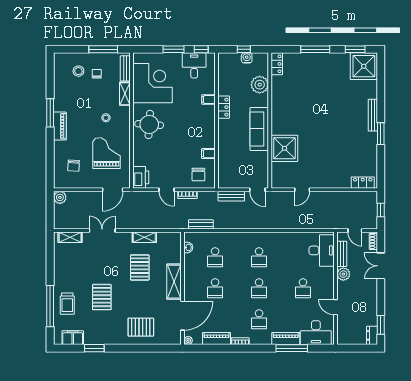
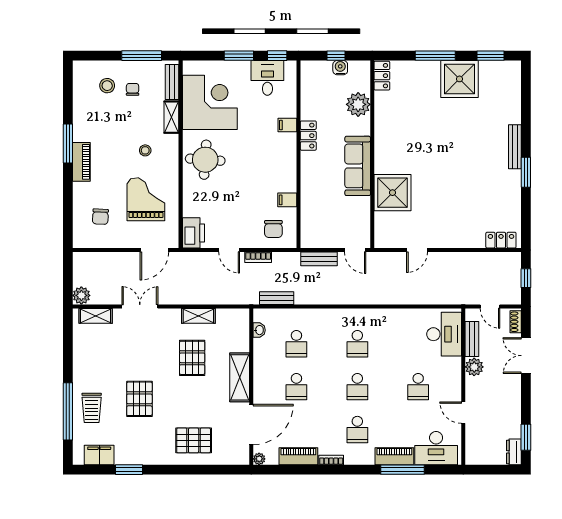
shower: (364, 66) -> (459, 79), moved
plant: (60, 197) -> (81, 295), moved

